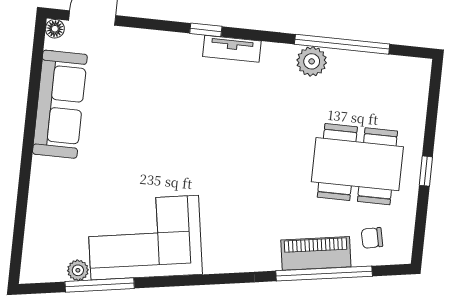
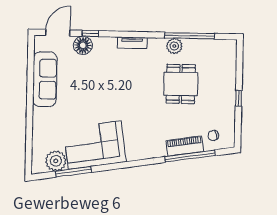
floor lamp: (55, 29) -> (83, 45), moved, width x1.89, depth x1.89
window: (206, 30) -> (90, 34), moved
dining table: (357, 164) -> (181, 84), moved, width x0.73
plant: (78, 270) -> (56, 161), width x1.88, depth x1.88

